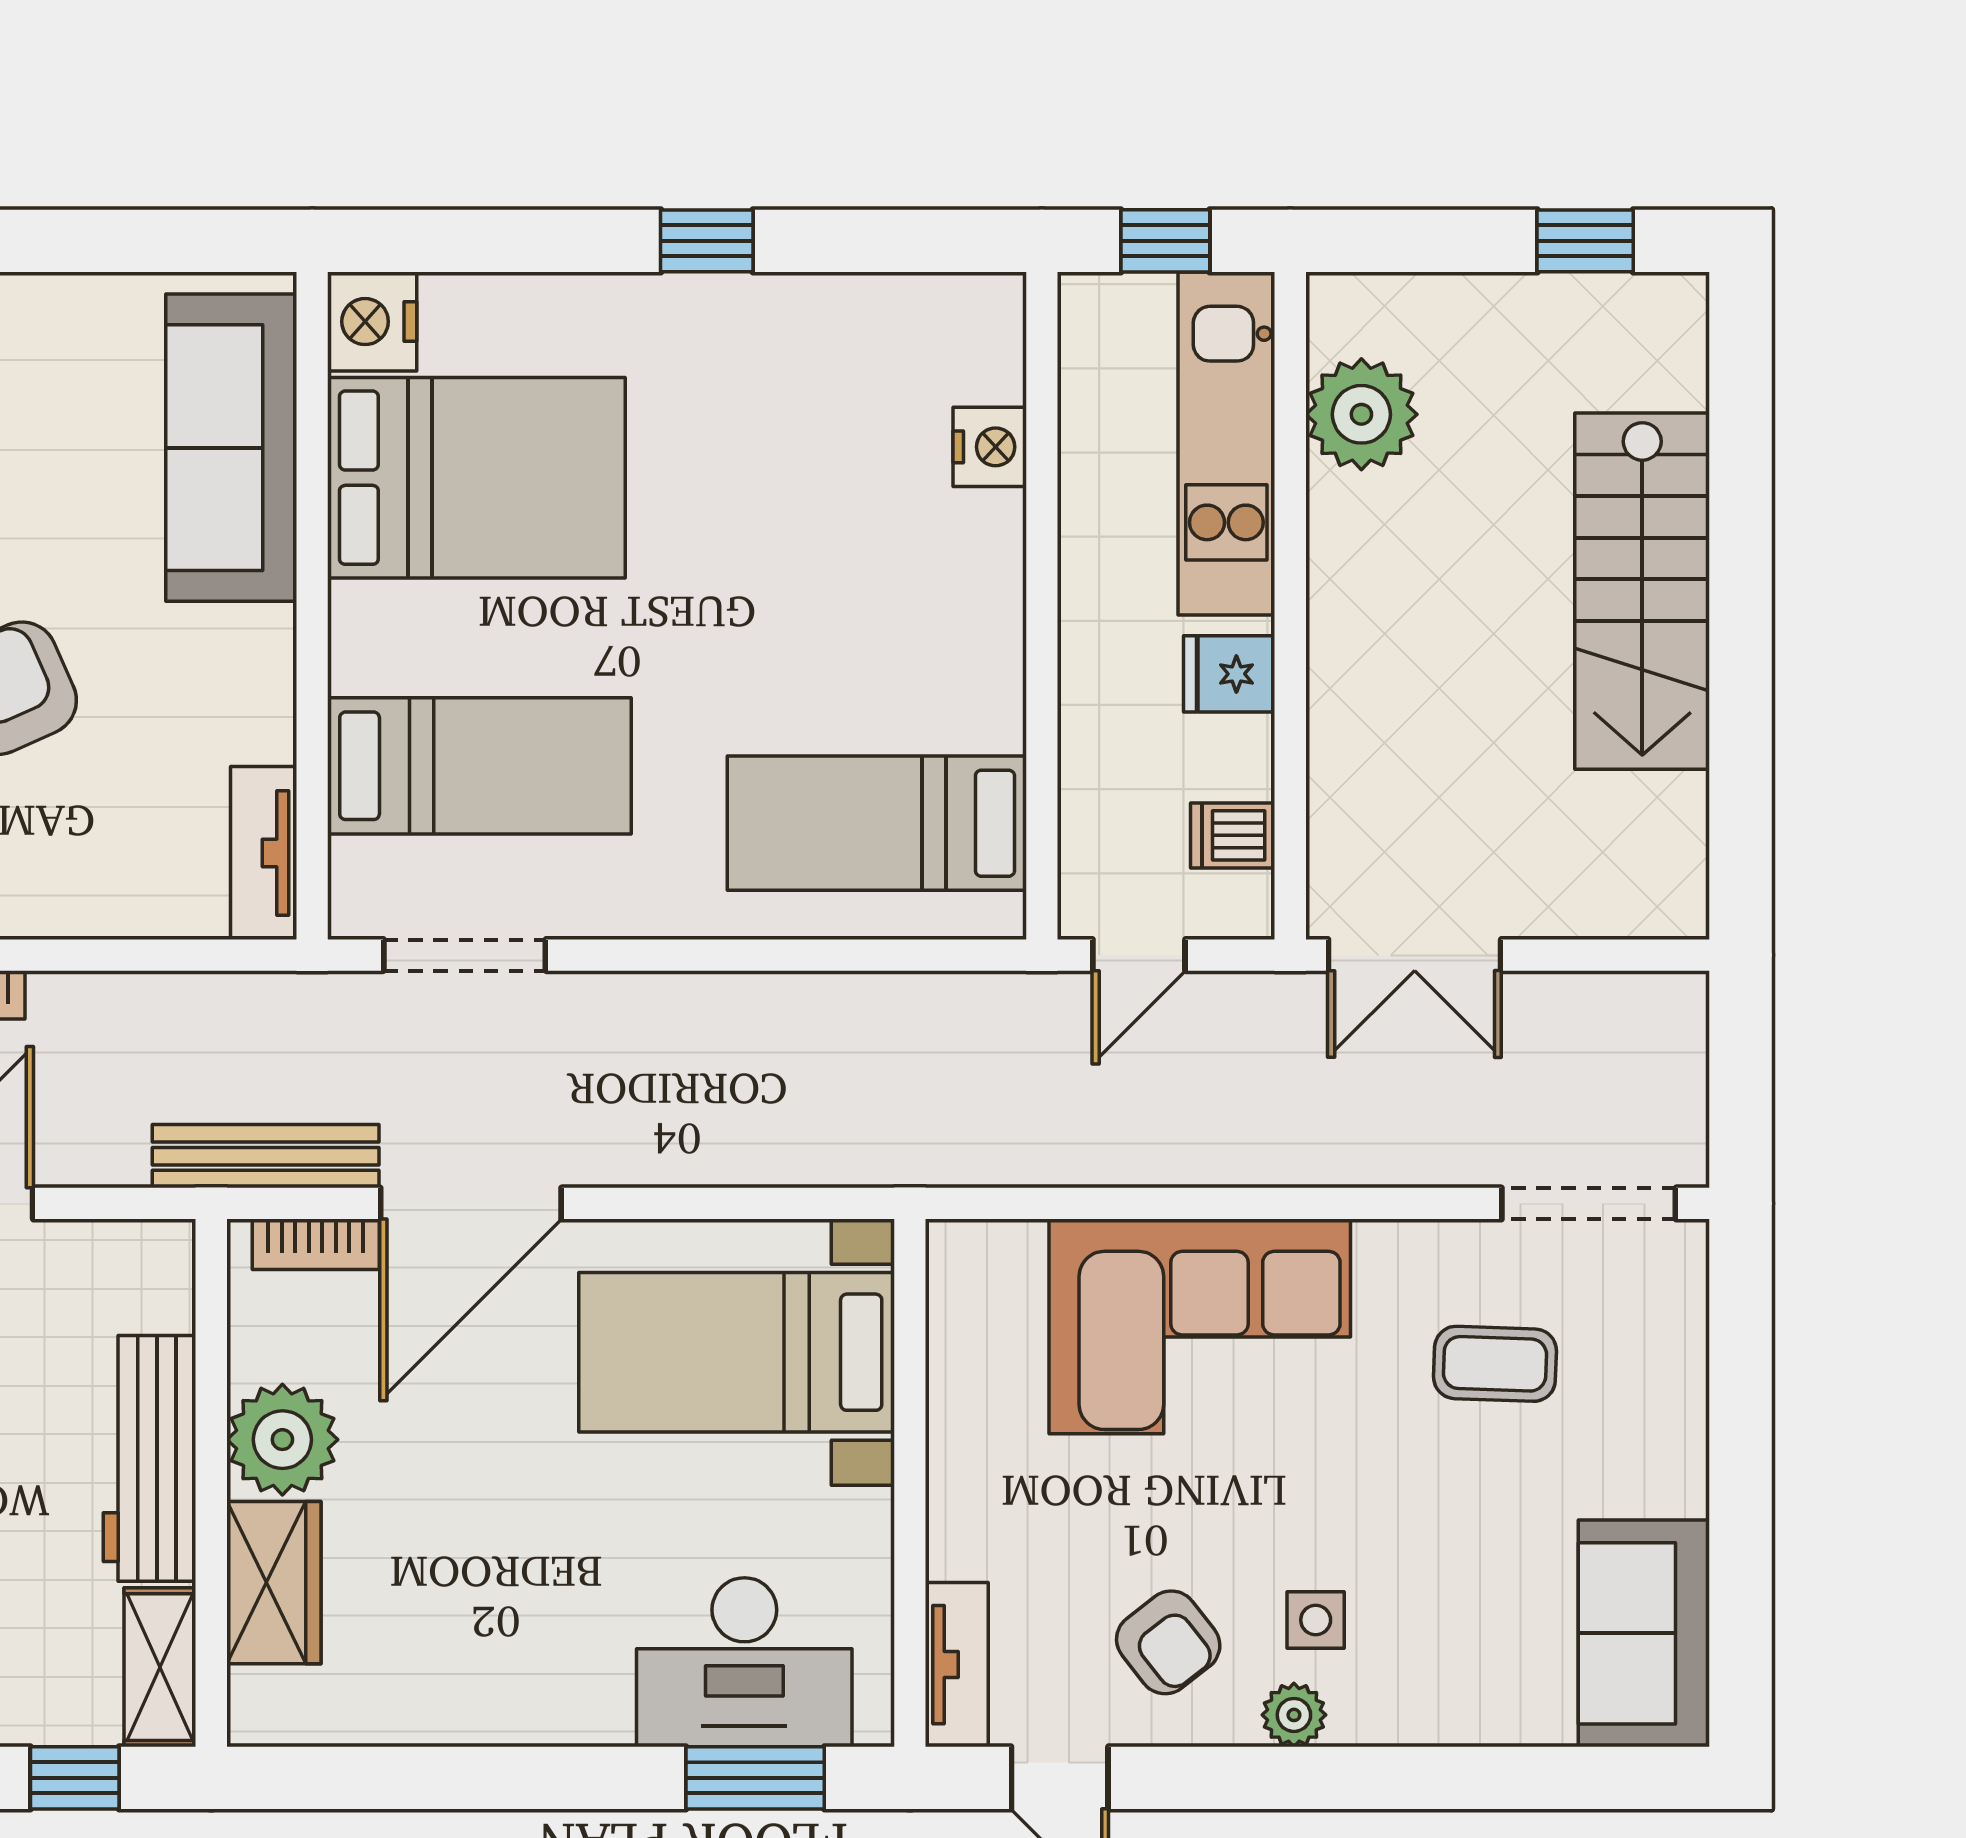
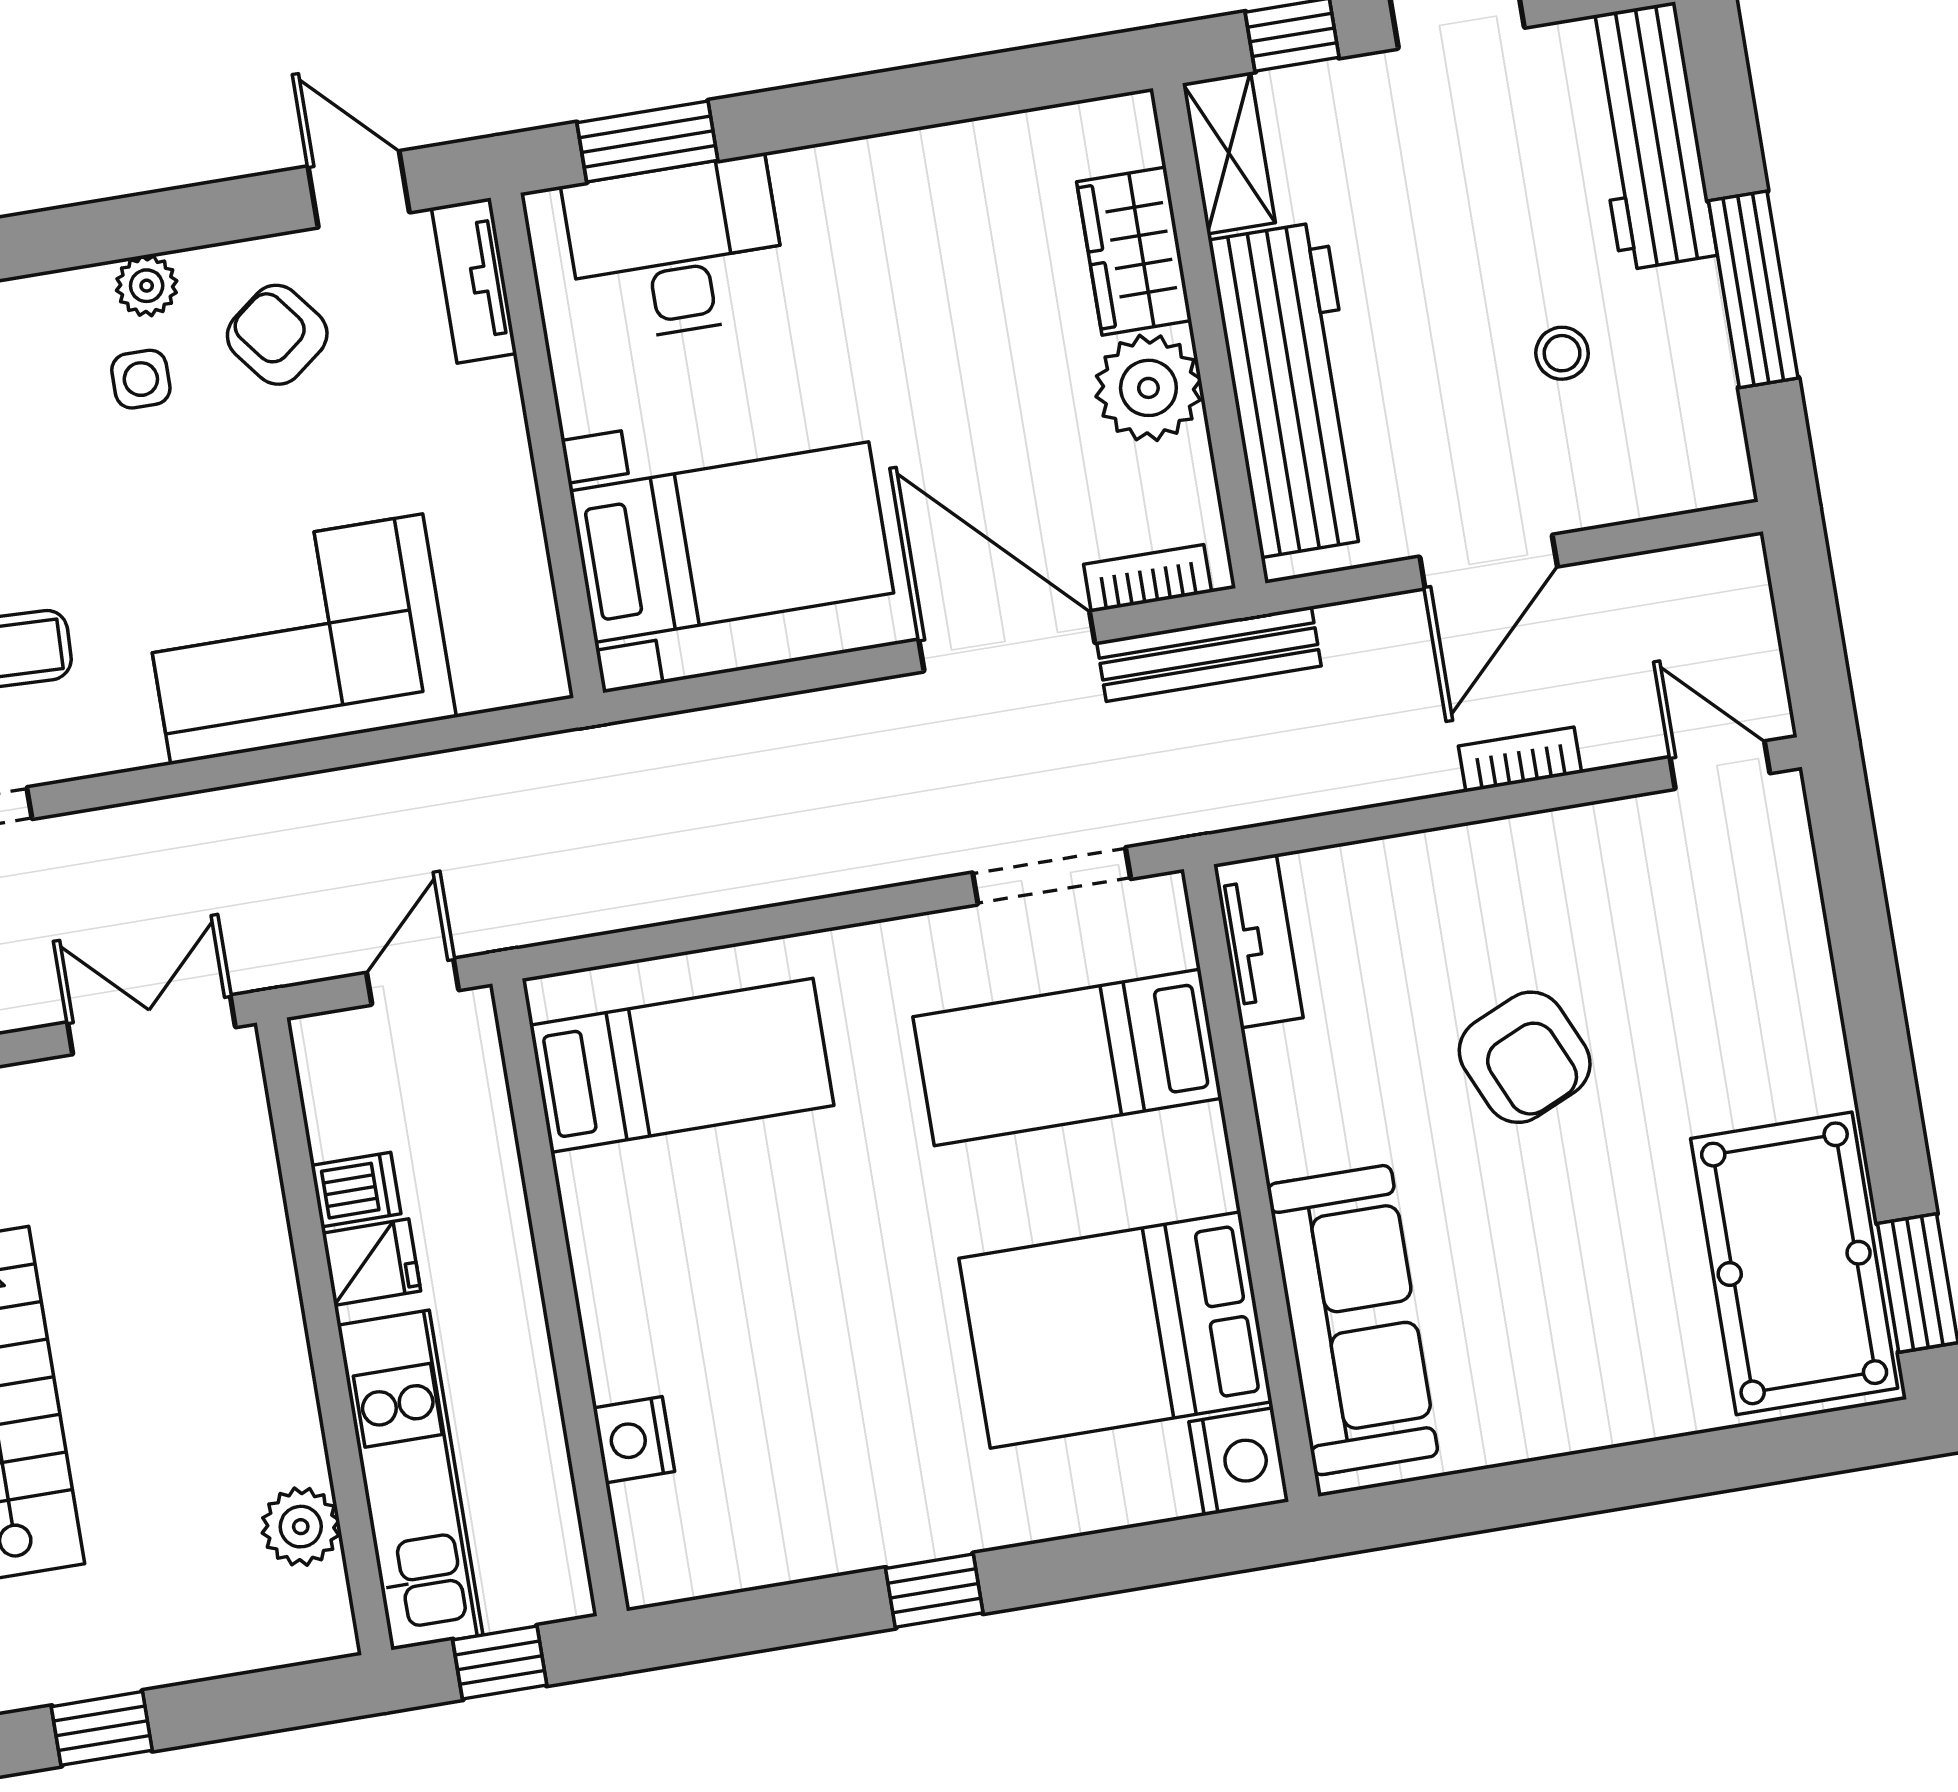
plant: (1361, 414) -> (301, 1527), width x0.73, depth x0.73
dishwasher: (1233, 835) -> (356, 1190), moved
door: (471, 1203) -> (1007, 641), hinge flipped
workbench: (150, 1458) -> (1293, 389), width x1.36, depth x1.32

